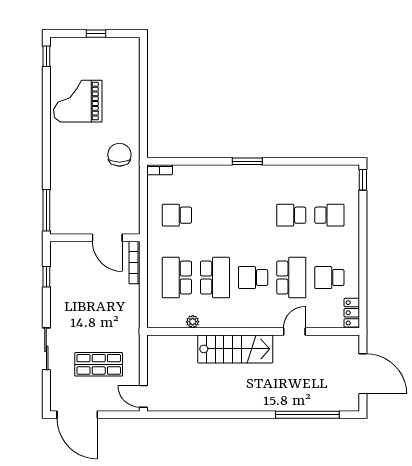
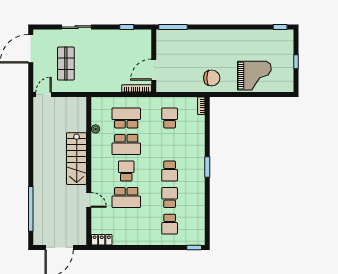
grand piano: (78, 101) -> (254, 76), moved, turned 90
school desk: (329, 278) -> (170, 171), moved, turned 180

